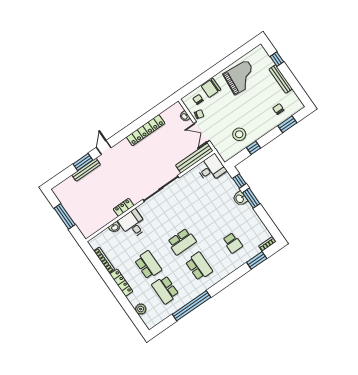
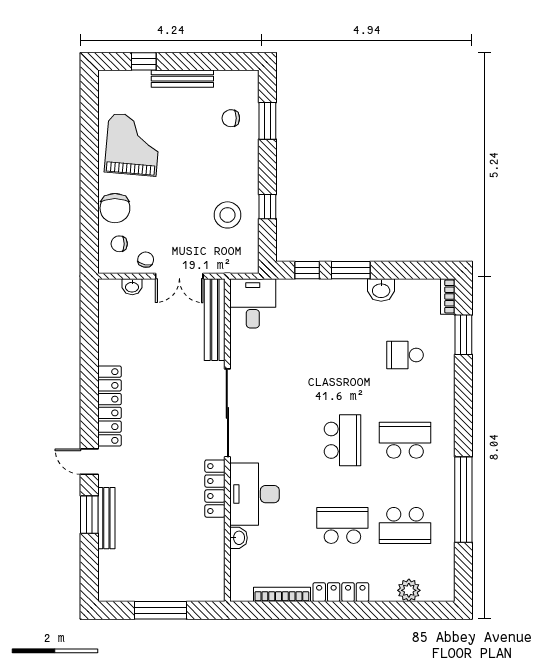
locker: (146, 130) -> (109, 406), moved
washbasin: (240, 199) -> (381, 290), moved
locker: (124, 207) -> (215, 489), width x1.53
desk: (133, 224) -> (255, 494), width x1.37
school desk: (233, 243) -> (405, 355), turned 180

